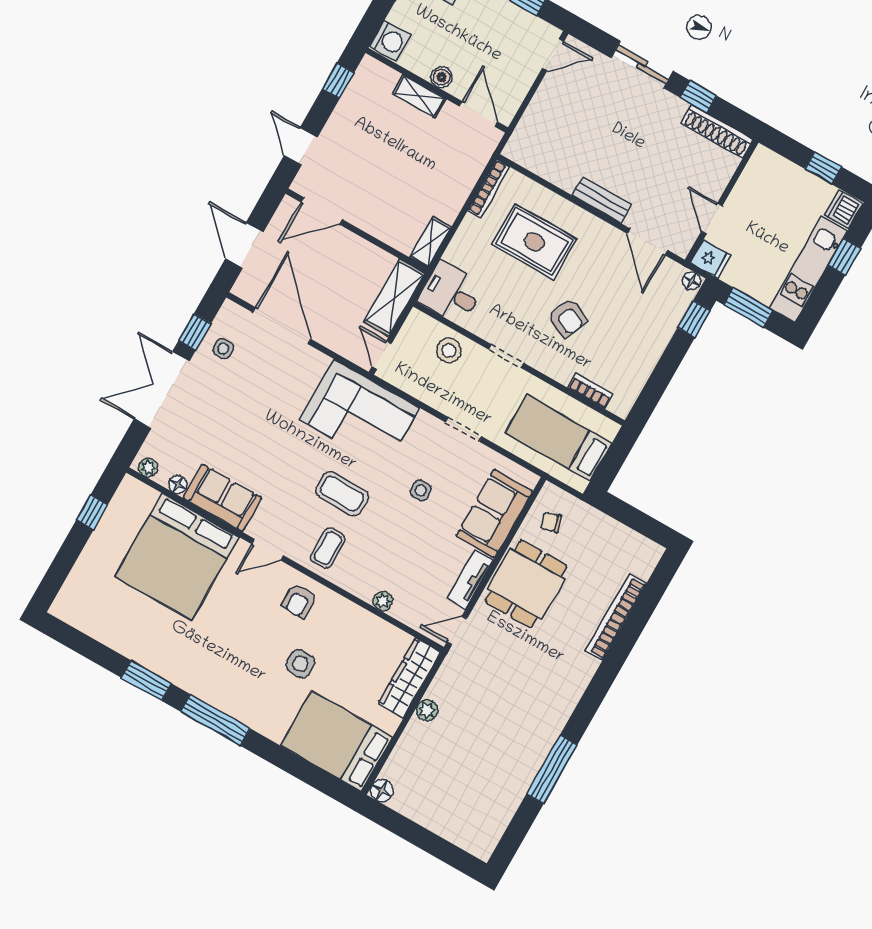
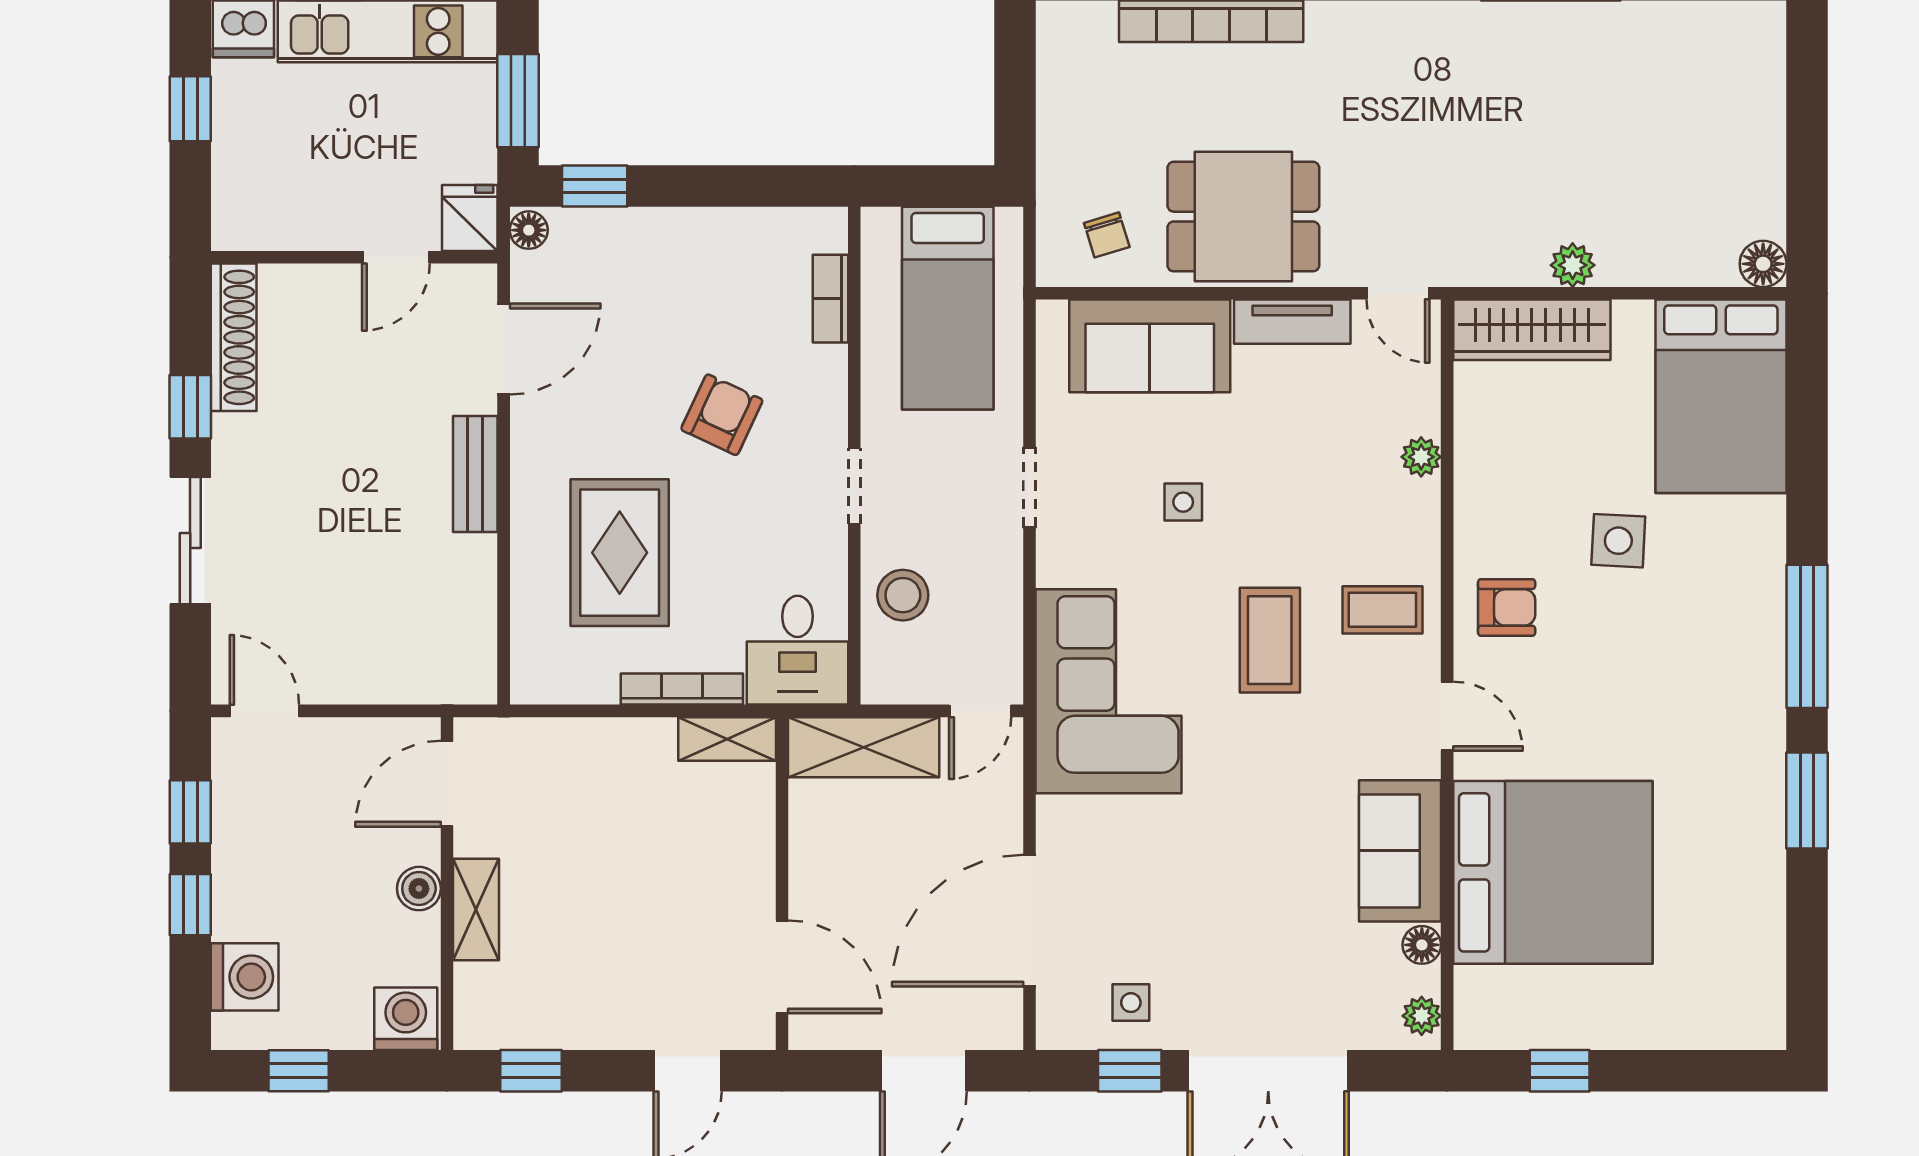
bookcase: (489, 189) -> (682, 689), moved

